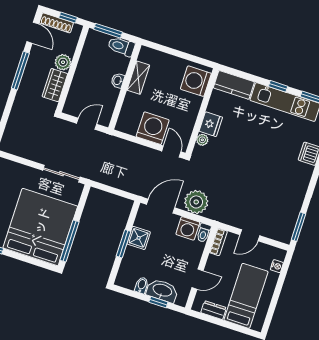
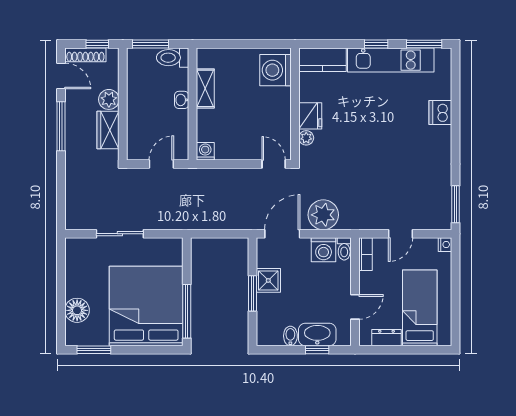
washing machine: (153, 128) -> (205, 151), moved, width x0.53, depth x0.53
sliding door: (61, 174) -> (120, 234), moved
nightstand: (277, 266) -> (445, 245), moved

